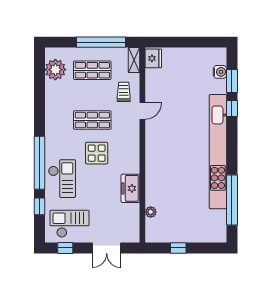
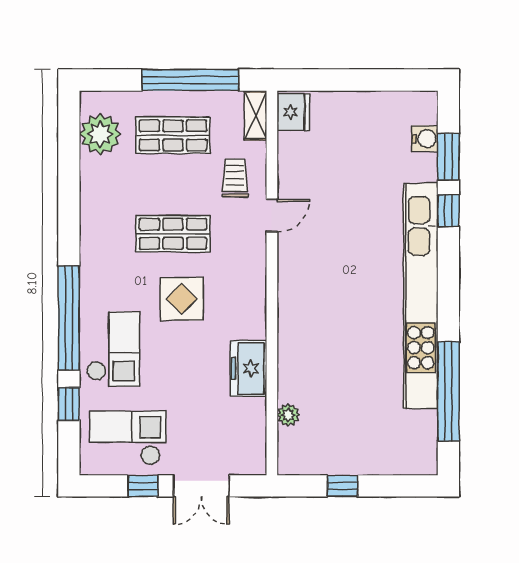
window: (65, 248) -> (143, 486), moved

